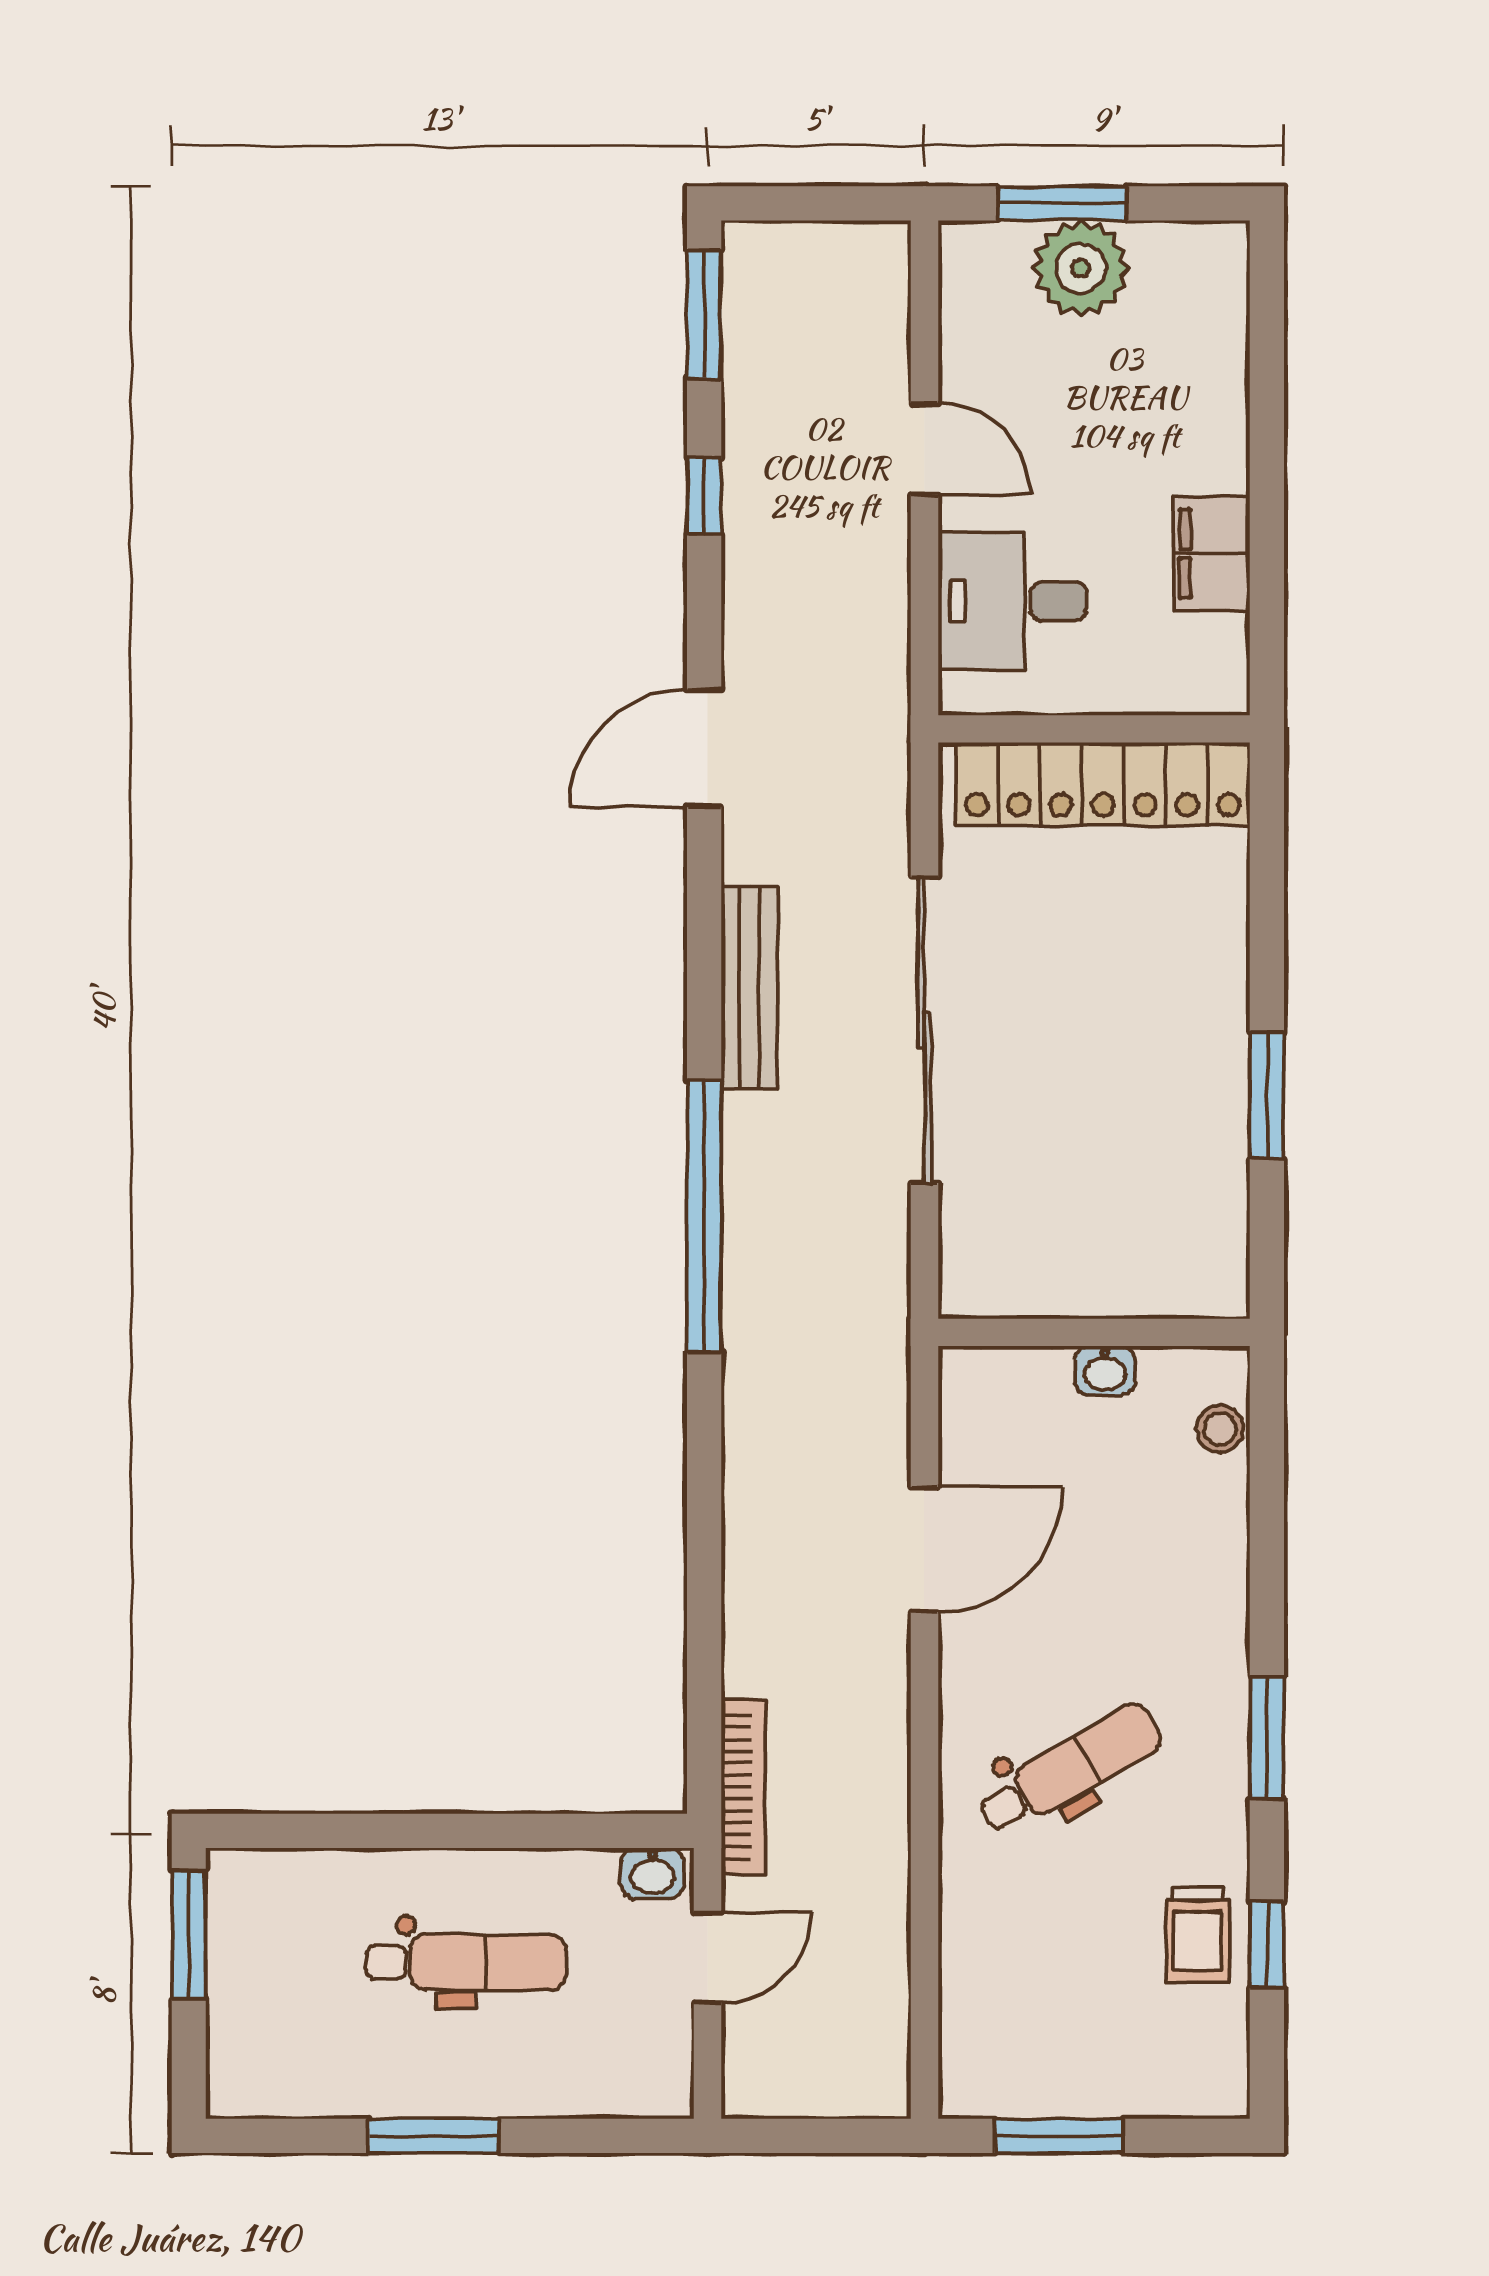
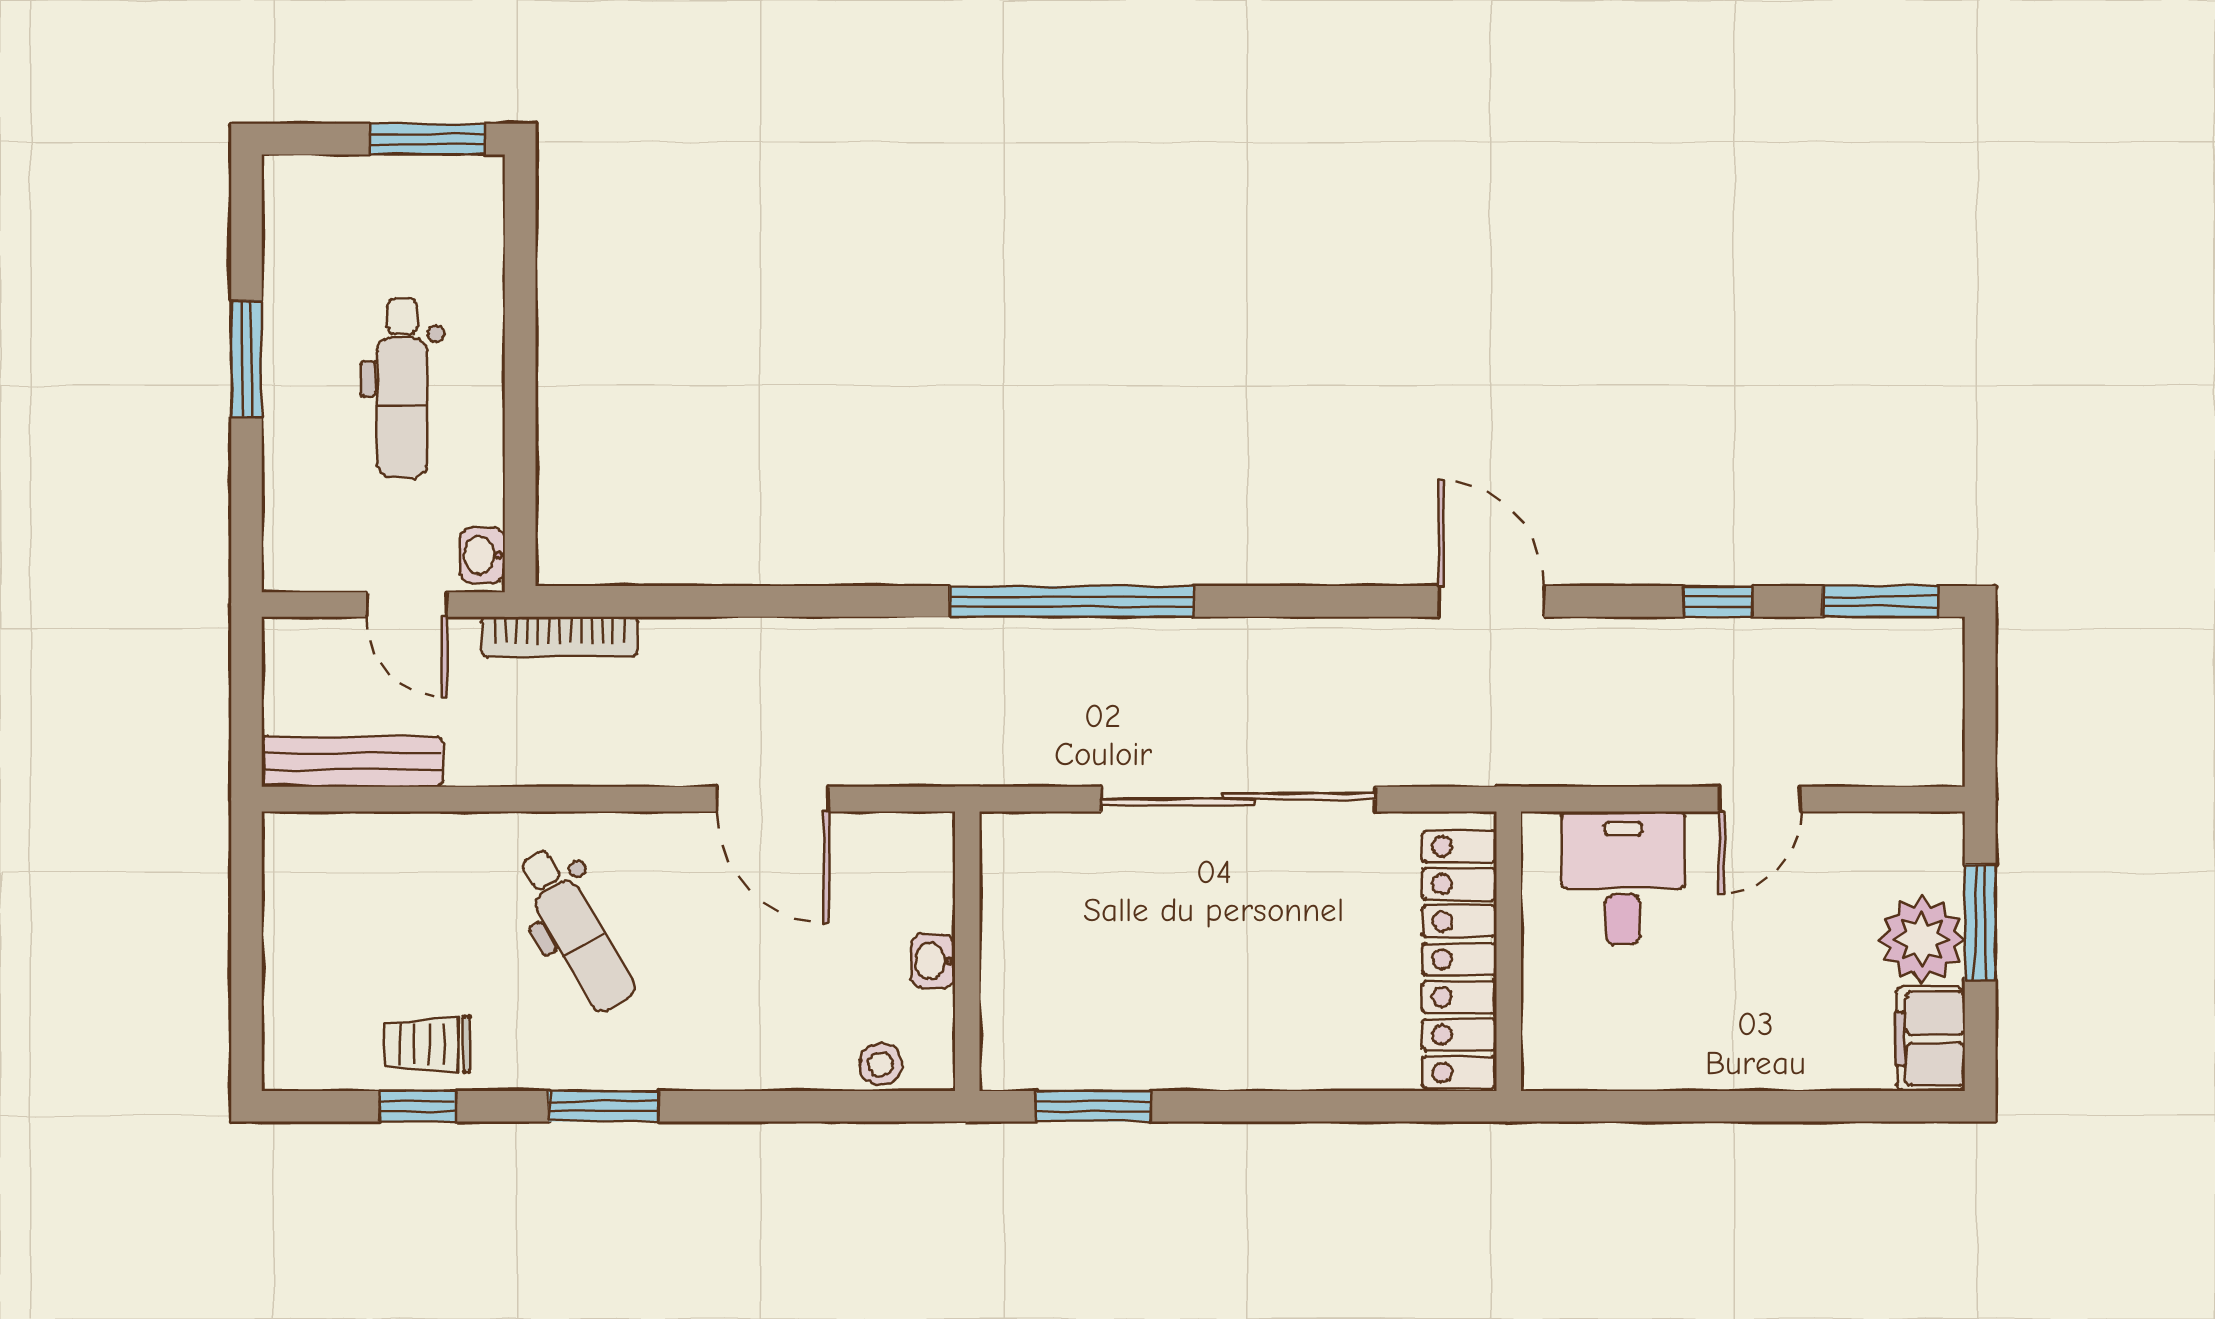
filing cabinet: (1212, 554) -> (1931, 1039), moved, turned -90
bench: (749, 987) -> (352, 762), moved
window: (1267, 1095) -> (1094, 1106), moved
window: (1059, 2136) -> (246, 920), removed

